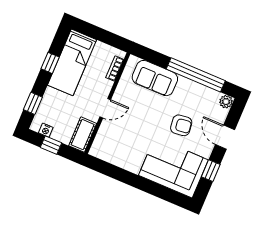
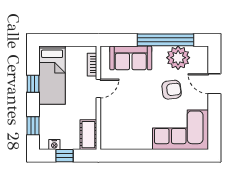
plant: (226, 102) -> (178, 58), moved, width x1.88, depth x1.88
door: (105, 108) -> (98, 88), moved
window: (211, 171) -> (214, 119), removed

